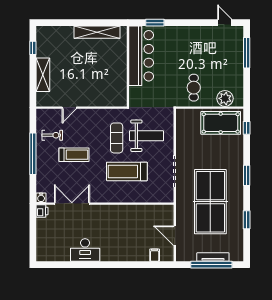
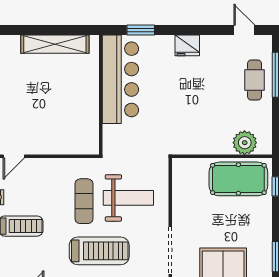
fridge: (186, 33) -> (187, 45), added
cafe table: (194, 88) -> (255, 80), moved
treadmill: (127, 171) -> (99, 251), turned 180

